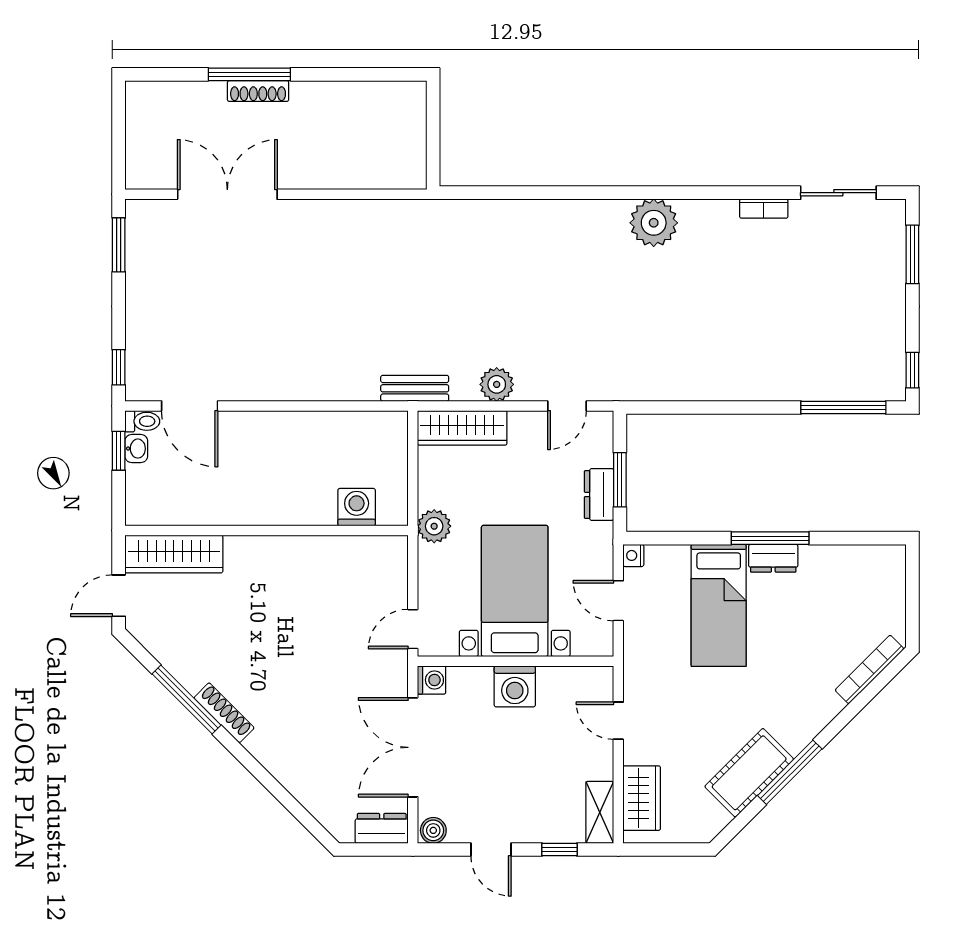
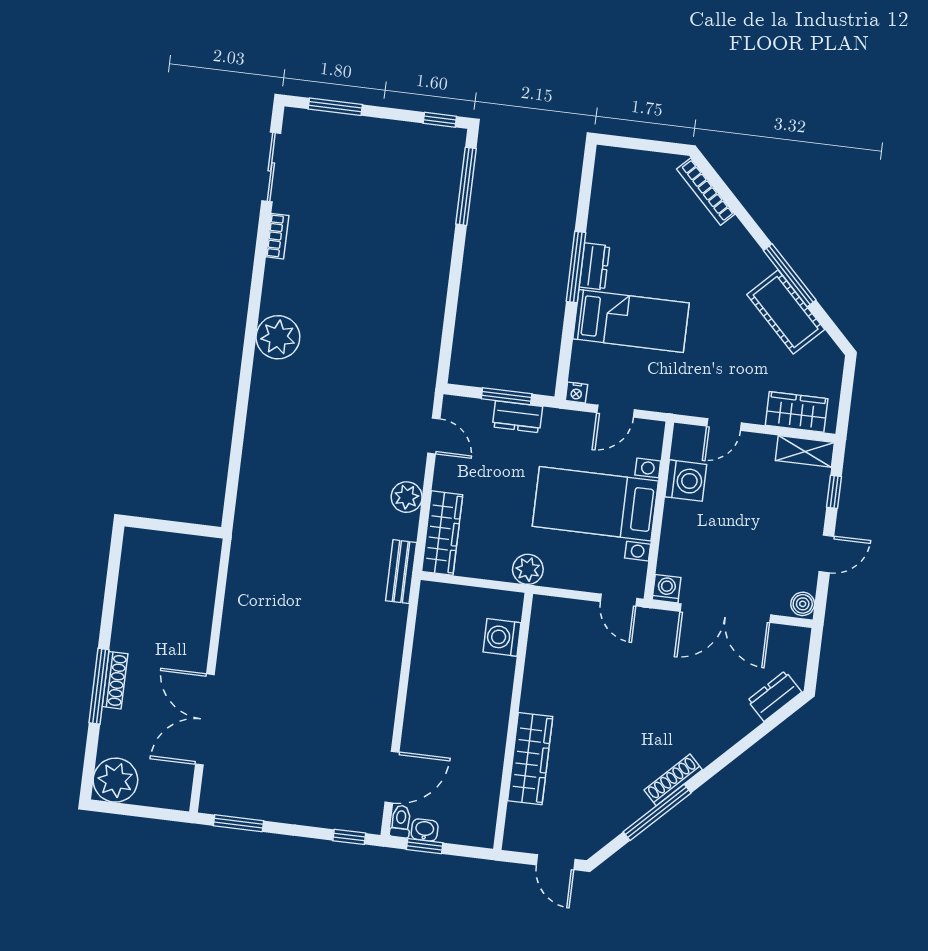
plant: (149, 105) -> (115, 780), added
wardrobe: (174, 554) -> (530, 759), moved
washing machine: (515, 686) -> (686, 481), moved
dresser: (382, 828) -> (775, 696), moved, turned 45

